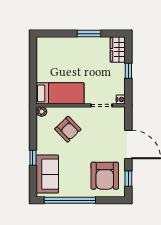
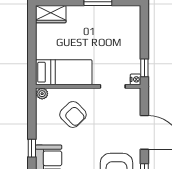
wardrobe: (118, 50) -> (51, 14), moved, turned -90
window: (128, 71) -> (144, 68), moved

